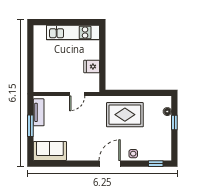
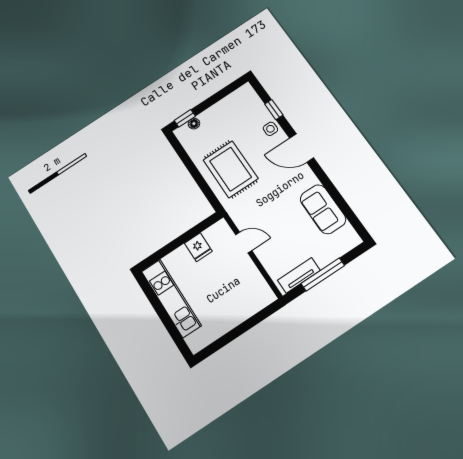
window: (174, 123) -> (185, 118), moved
window: (30, 126) -> (323, 275), width x1.44
sofa: (50, 151) -> (323, 209), moved
window: (156, 164) -> (274, 110), moved

